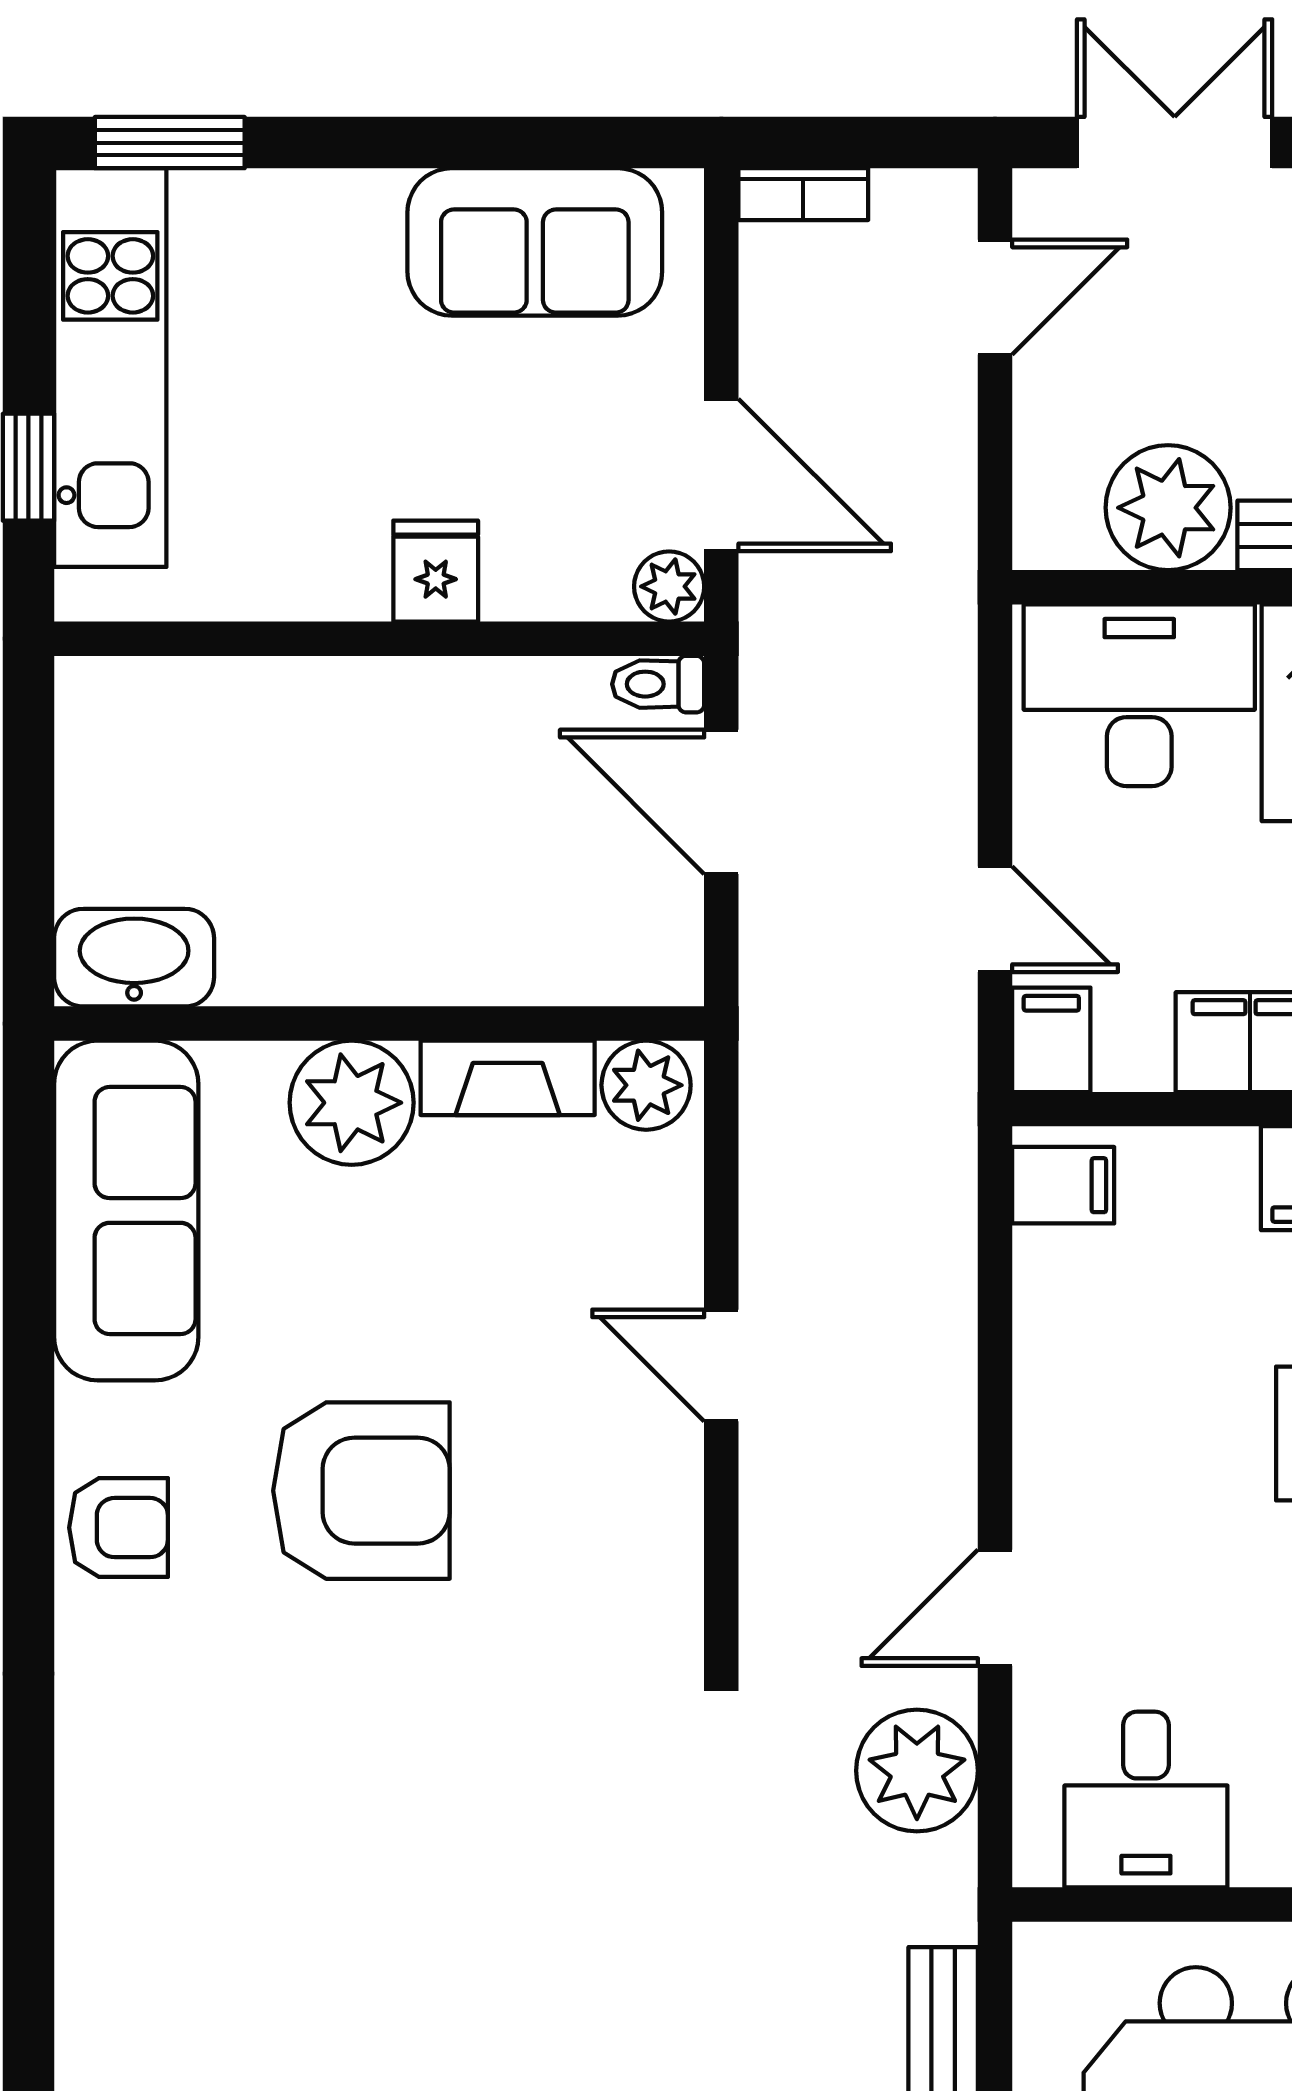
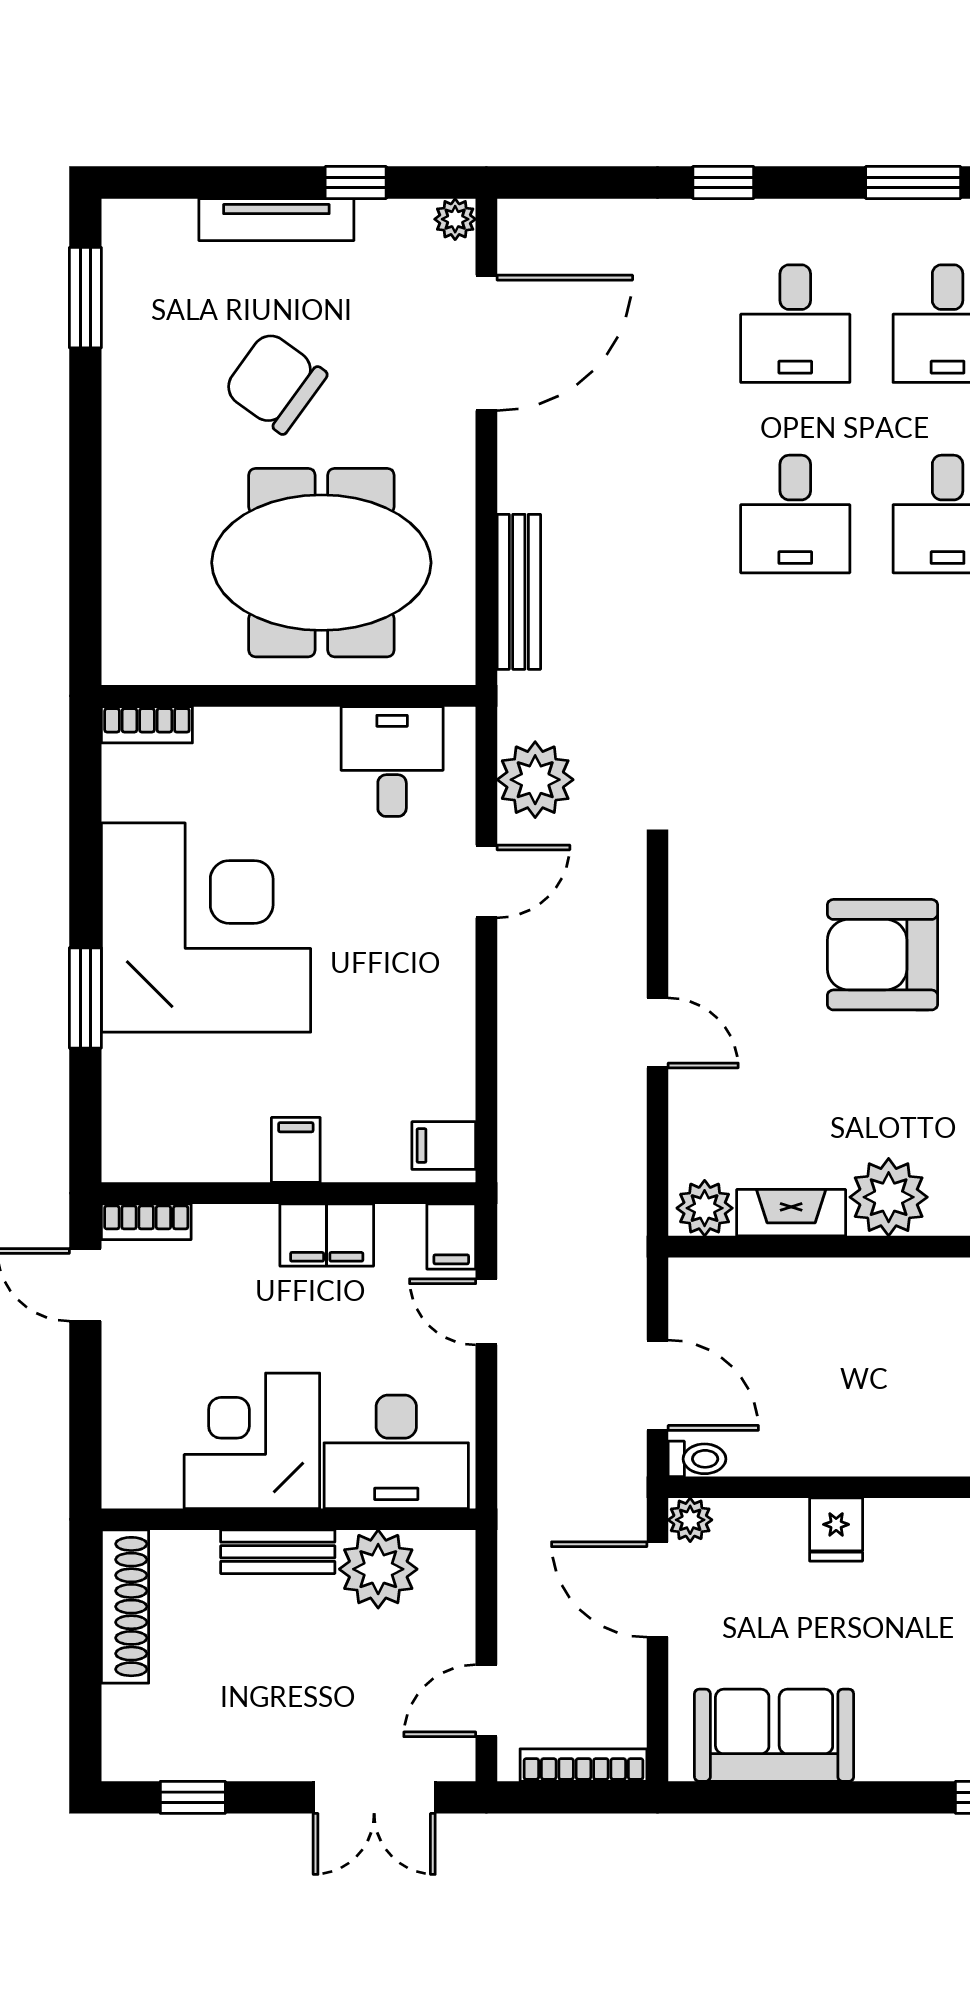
bookcase: (803, 194) -> (583, 1765), width x1.56

